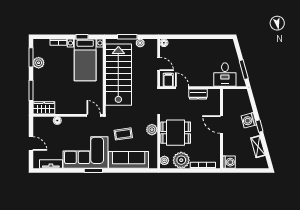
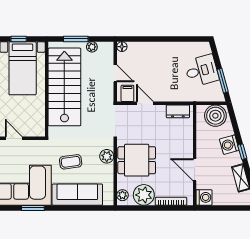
desk: (225, 75) -> (202, 71), moved, turned -105
dresser: (198, 94) -> (178, 111), moved
boiler: (238, 97) -> (215, 116), added
door: (94, 115) -> (14, 138), moved
door: (222, 124) -> (195, 170), moved

